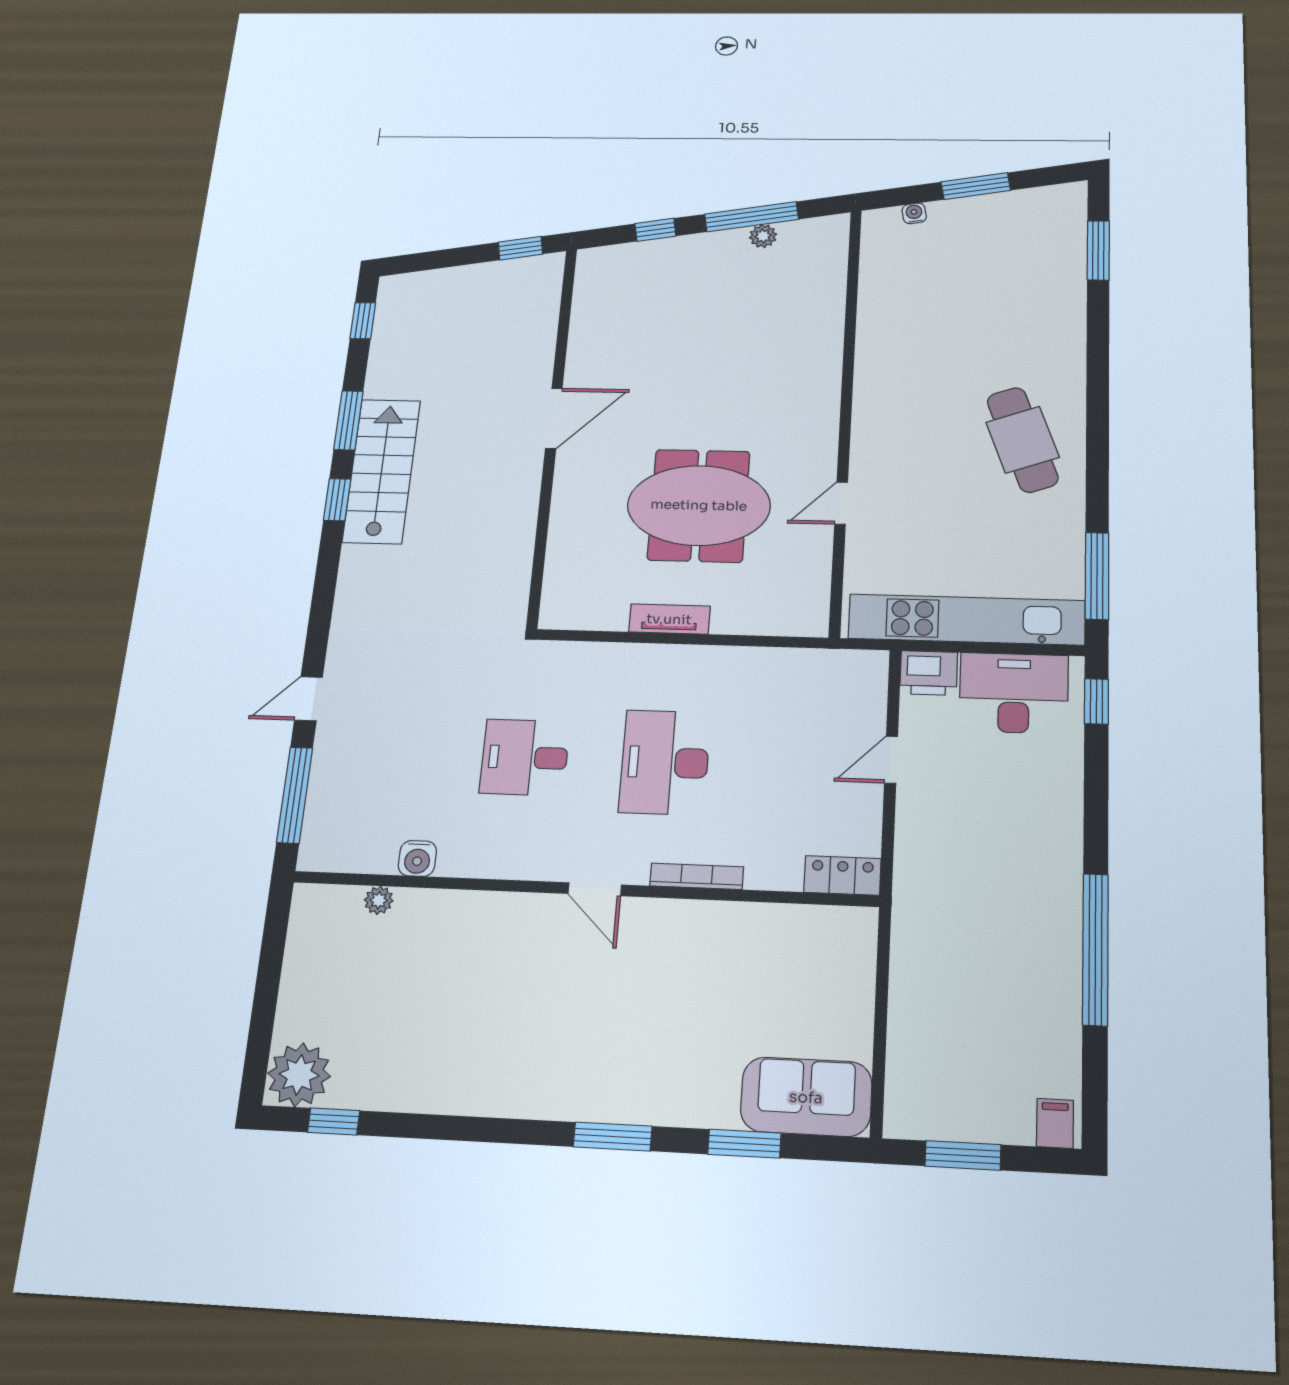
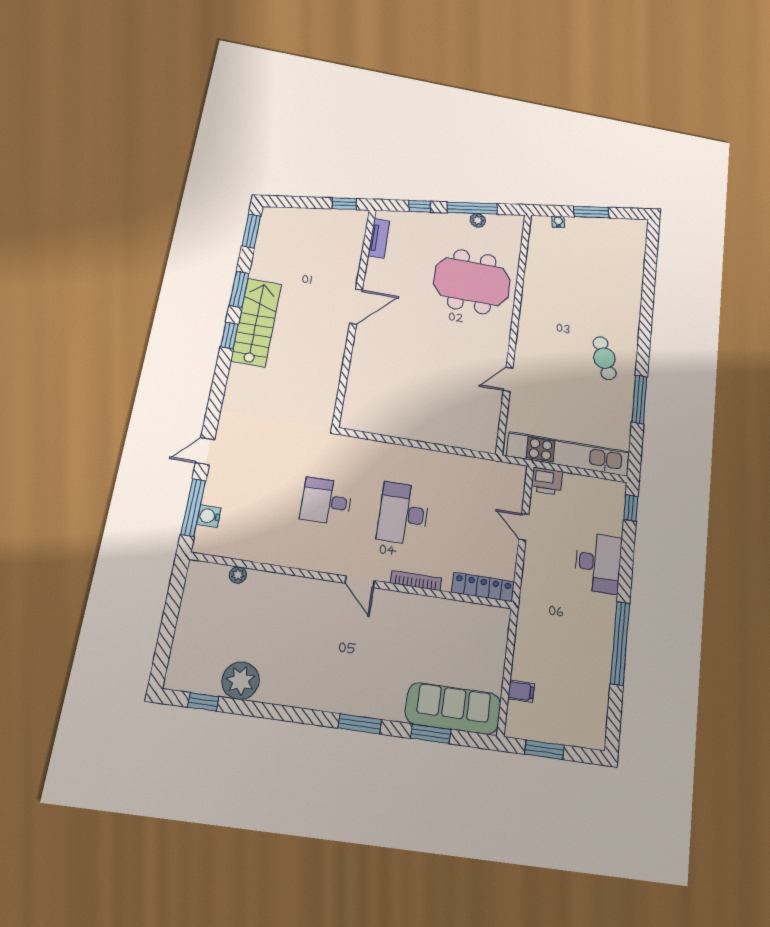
window: (1098, 250) -> (651, 259), removed
window: (363, 321) -> (251, 231), width x1.50
cafe table: (1023, 440) -> (604, 358), width x0.73, depth x0.74
meeting table: (699, 505) -> (472, 282), moved
window: (1097, 576) -> (639, 399), moved
tv unit: (669, 619) -> (379, 238), moved, turned 90
desk: (1014, 693) -> (598, 563), moved, turned 90
door: (891, 760) -> (524, 527), hinge flipped
water cooler: (417, 858) -> (209, 516), moved, turned 90
locker: (842, 875) -> (483, 587), width x1.53
plant: (299, 1075) -> (241, 681), moved
sofa: (806, 1097) -> (453, 709), width x1.36
filing cabinet: (1055, 1123) -> (521, 691), moved, turned 90

